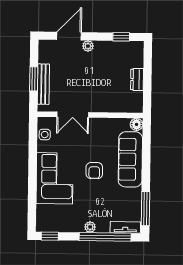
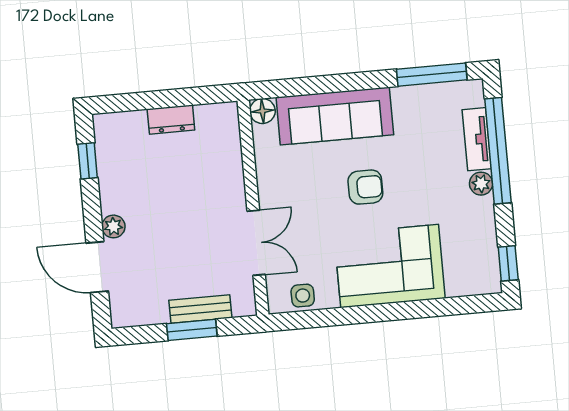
bench: (43, 84) -> (200, 309), width x0.73
tv unit: (125, 227) -> (477, 139), moved

